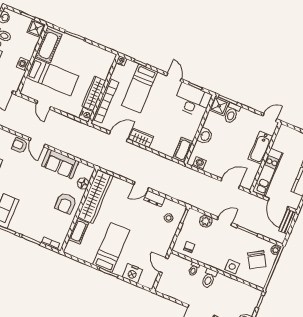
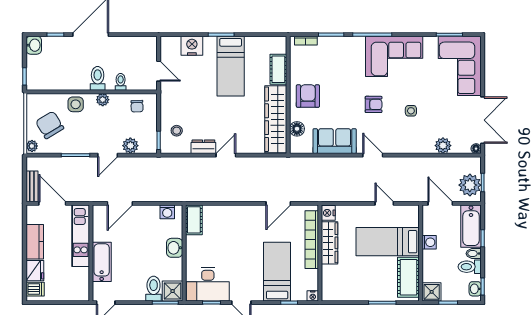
wardrobe: (141, 138) -> (250, 213), removed
armchair: (20, 145) -> (374, 104), moved
plant: (212, 262) -> (103, 100), added

